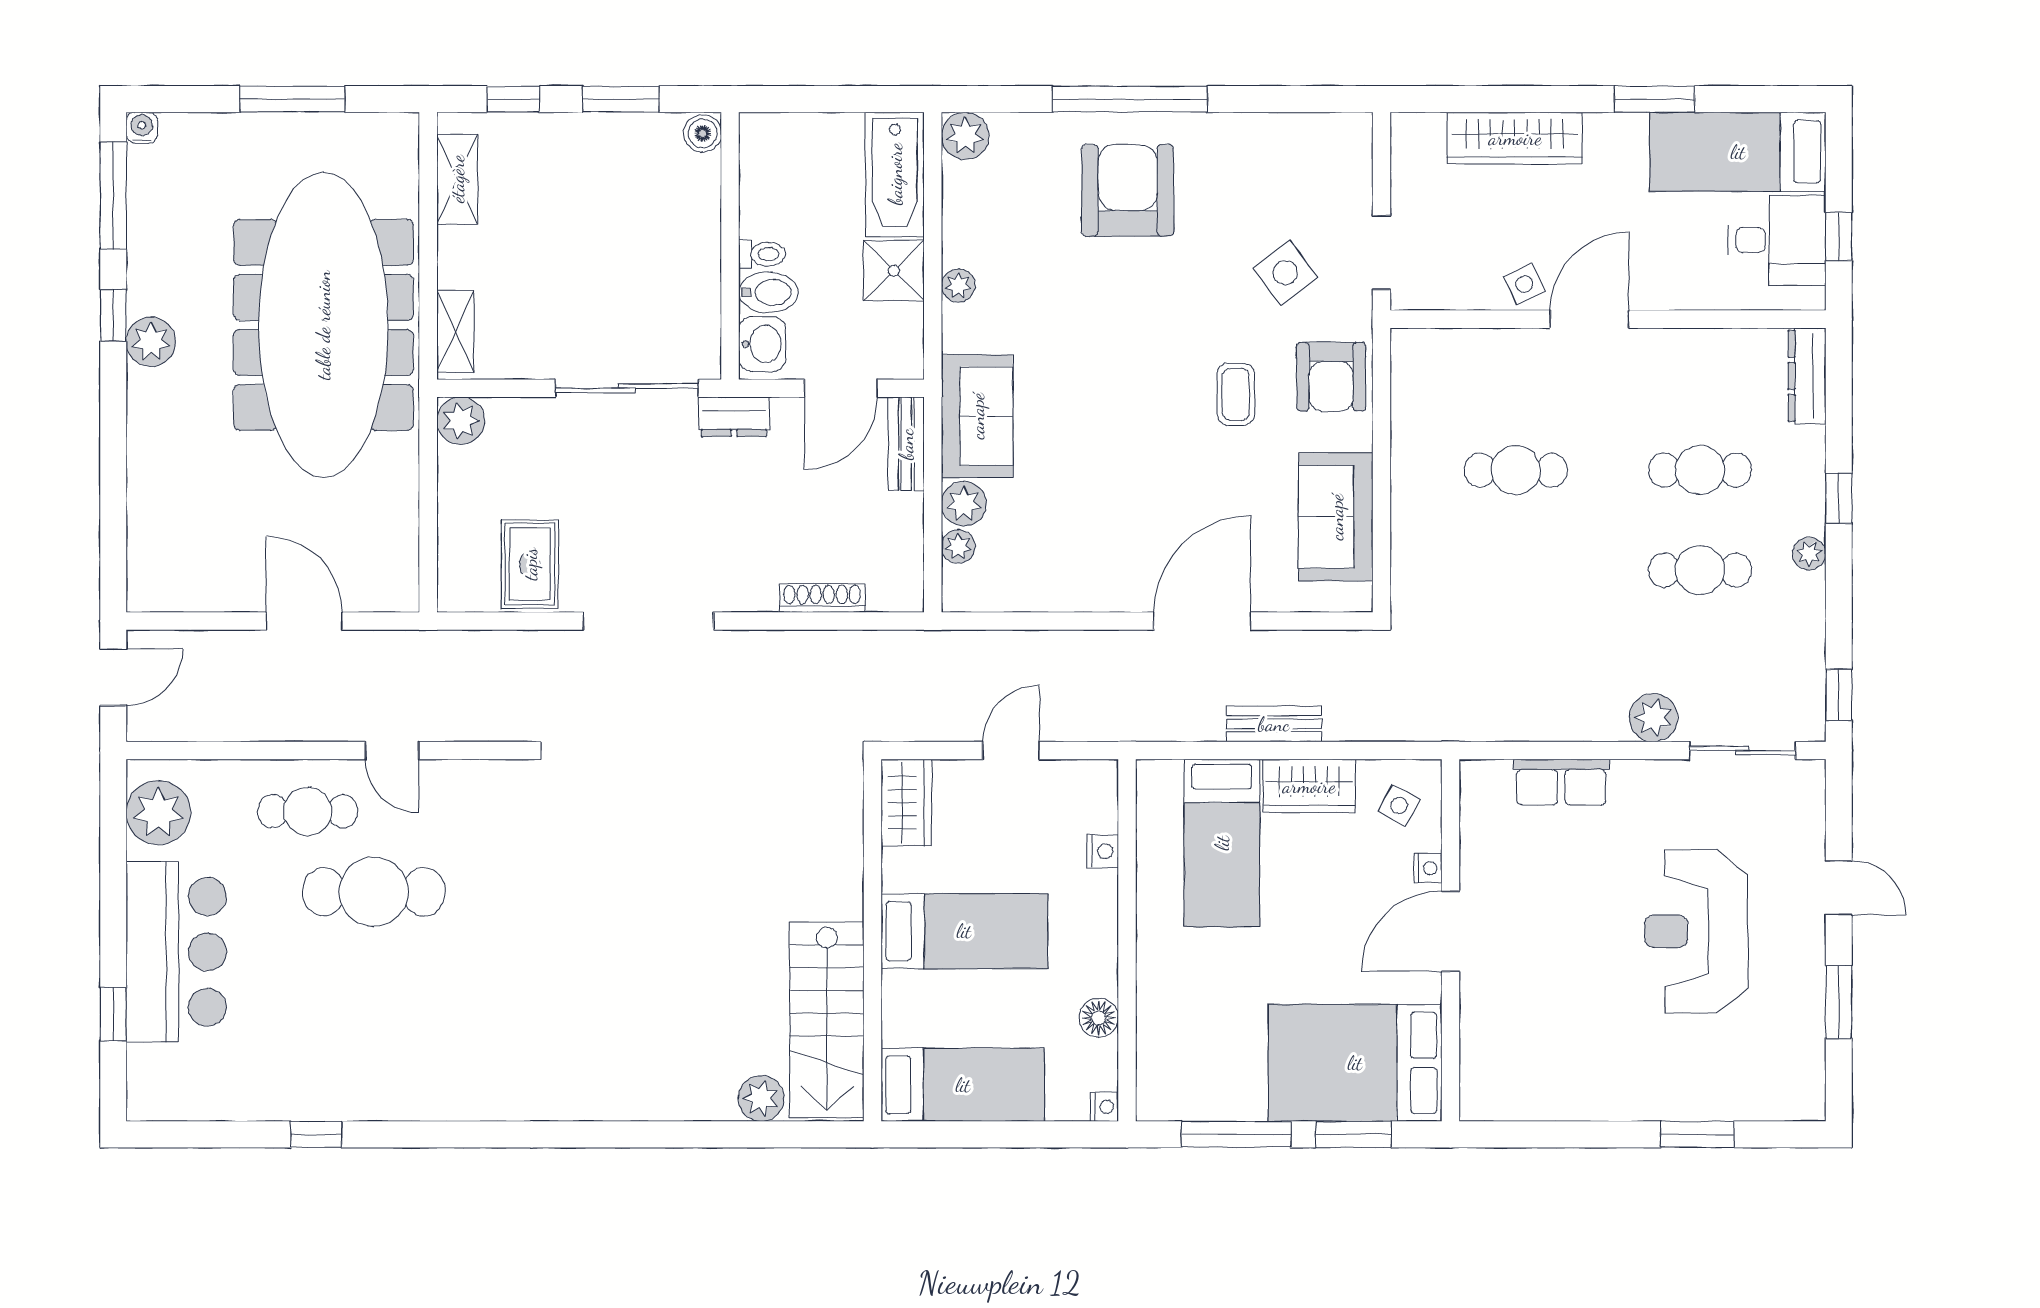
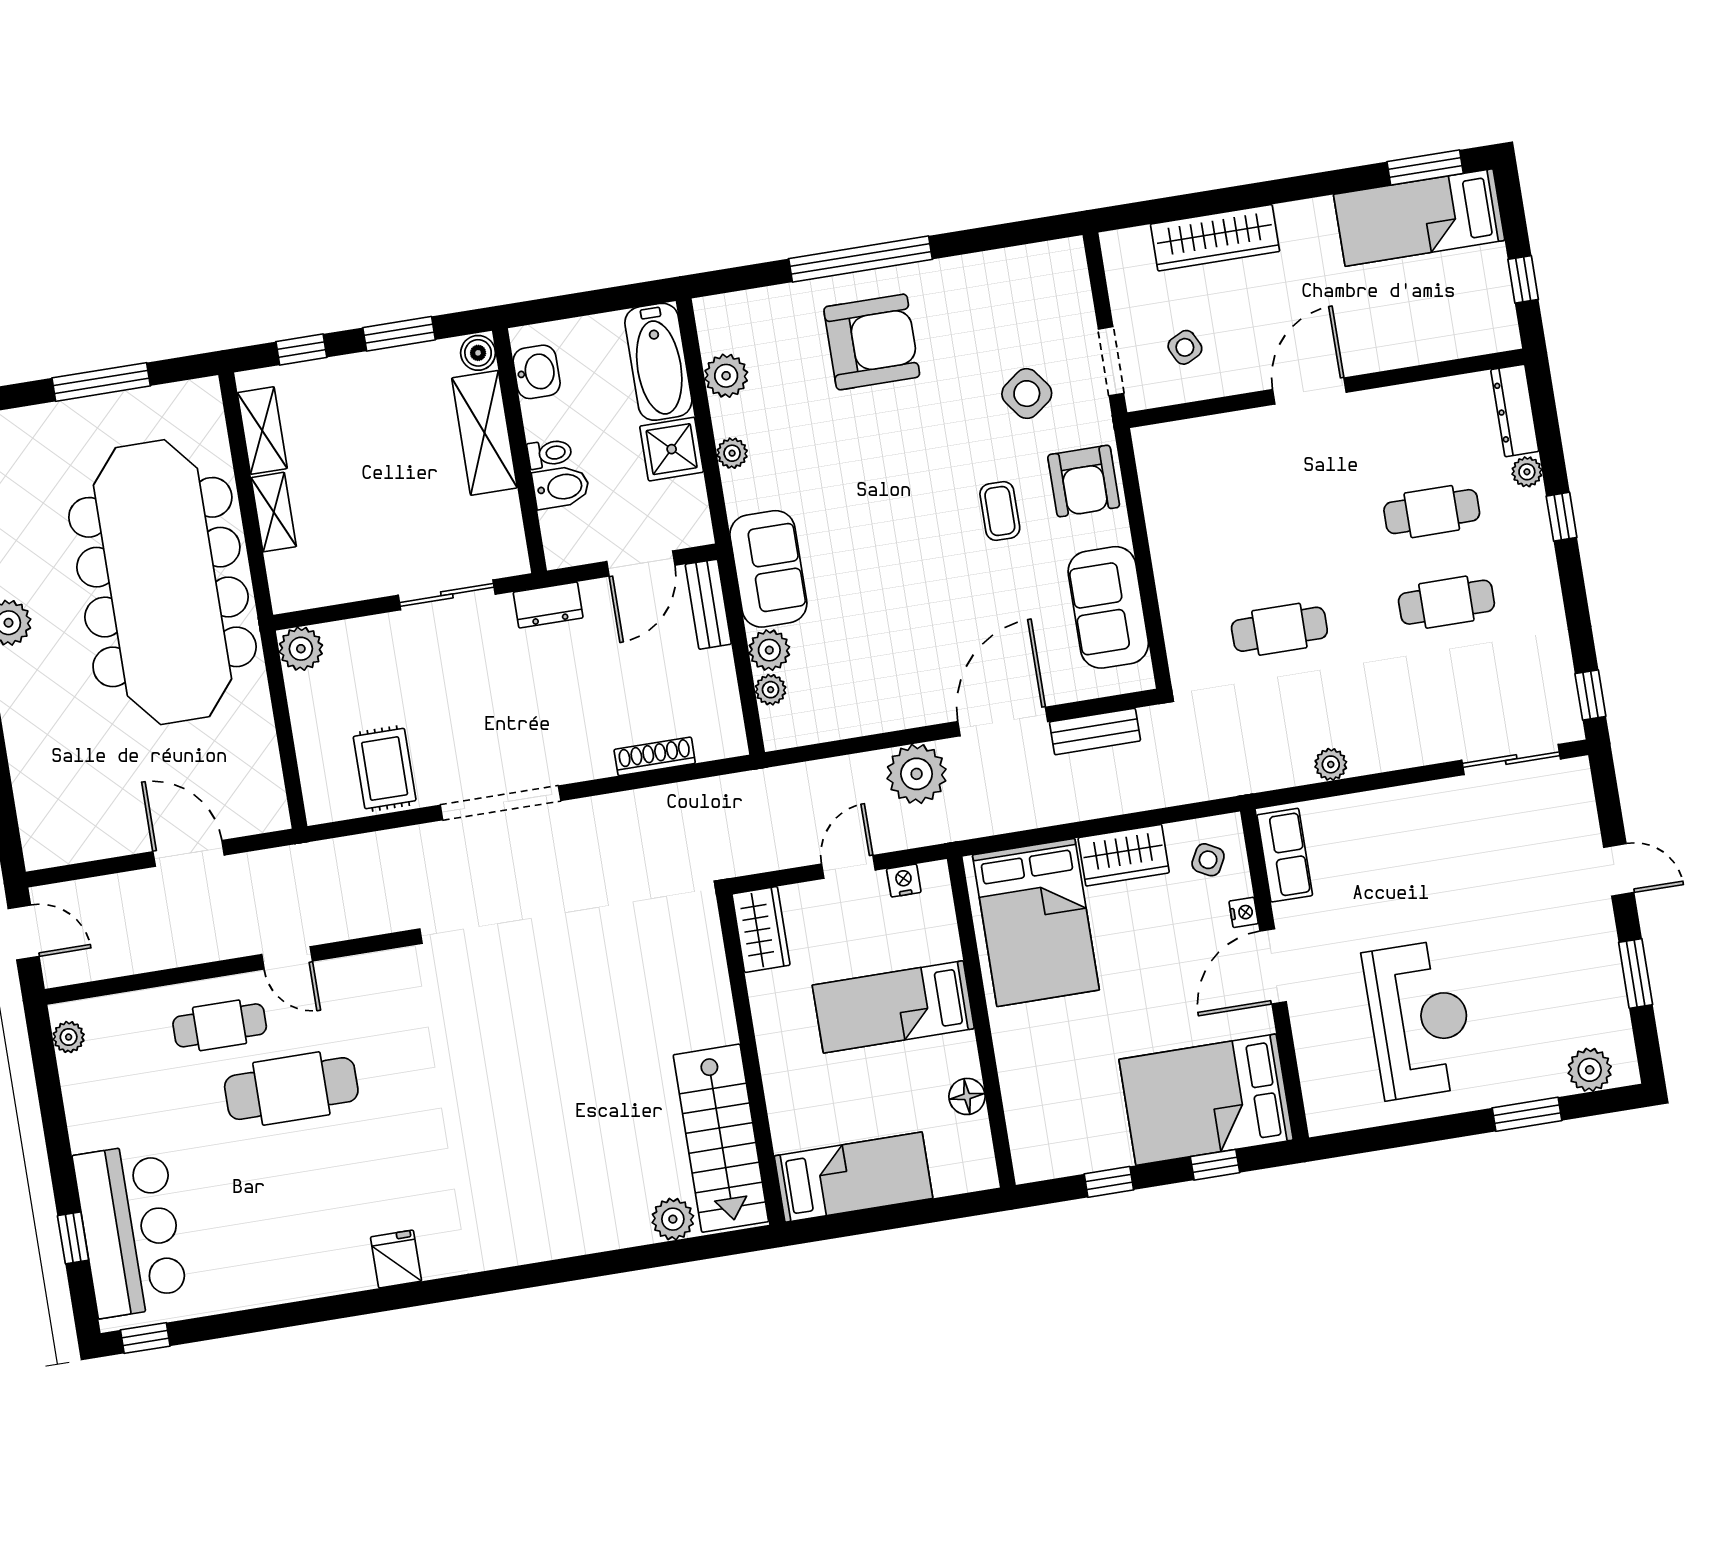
window: (1655, 99) -> (1425, 168), moved
plant: (965, 136) -> (726, 376), moved
armchair: (1128, 190) -> (872, 342), turned 90
shelving: (696, 221) -> (484, 433), added
desk: (1777, 240) -> (1468, 292), removed
side table: (1524, 284) -> (1185, 347), moved
shelving: (455, 331) -> (274, 512), moved
washbasin: (762, 344) -> (537, 372), moved
sliding door: (627, 388) -> (447, 595), width x0.73
cafe table: (1516, 470) -> (1279, 629), moved
plant: (1809, 554) -> (1527, 472), moved
plant: (1101, 662) -> (917, 774), added
door: (113, 677) -> (24, 932), hinge flipped
plant: (1653, 718) -> (1331, 764), moved, width x0.73, depth x0.73
bench: (1274, 724) -> (1095, 731), moved
row of seats: (1561, 782) -> (1285, 855), moved, turned -90
plant: (158, 813) -> (69, 1037), width x0.53, depth x0.53
bed: (1222, 843) -> (1036, 922), width x1.50
nightstand: (1103, 851) -> (904, 881), moved, turned -90
bed: (964, 931) -> (893, 1007), moved, turned 180
reception desk: (1696, 931) -> (1419, 1019), moved, turned 180
bar counter: (176, 952) -> (131, 1230), moved
fridge: (457, 1093) -> (396, 1259), added
plant: (1773, 1098) -> (1590, 1070), added
nightstand: (1104, 1107) -> (985, 1176), removed
window: (316, 1134) -> (145, 1338), moved
window: (1236, 1134) -> (1109, 1182), width x0.46
window: (1353, 1134) -> (1215, 1165), width x0.67

